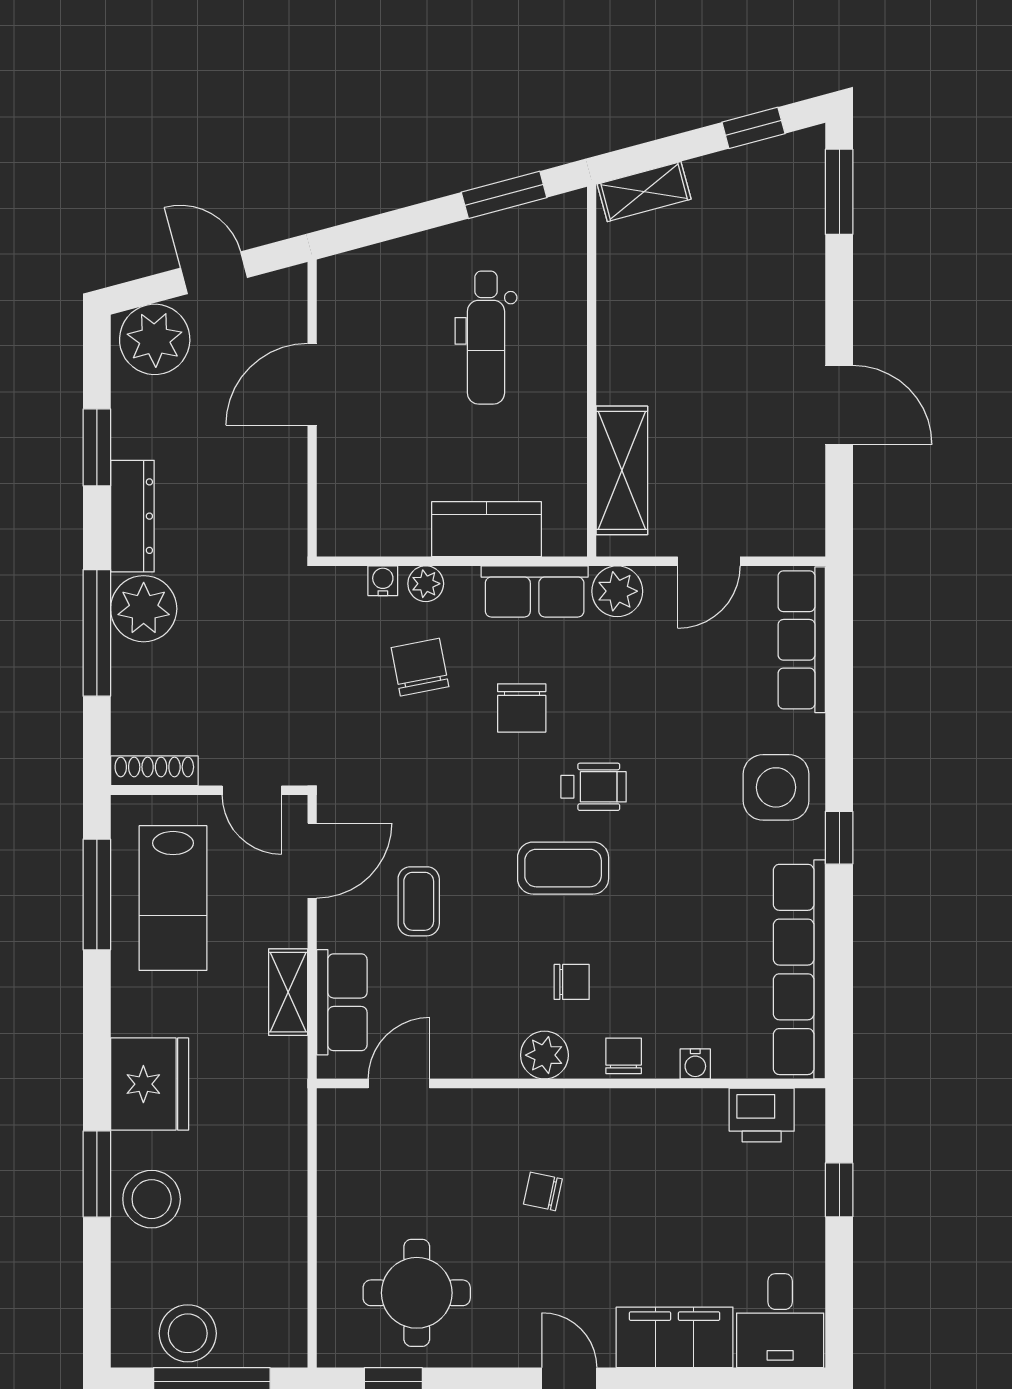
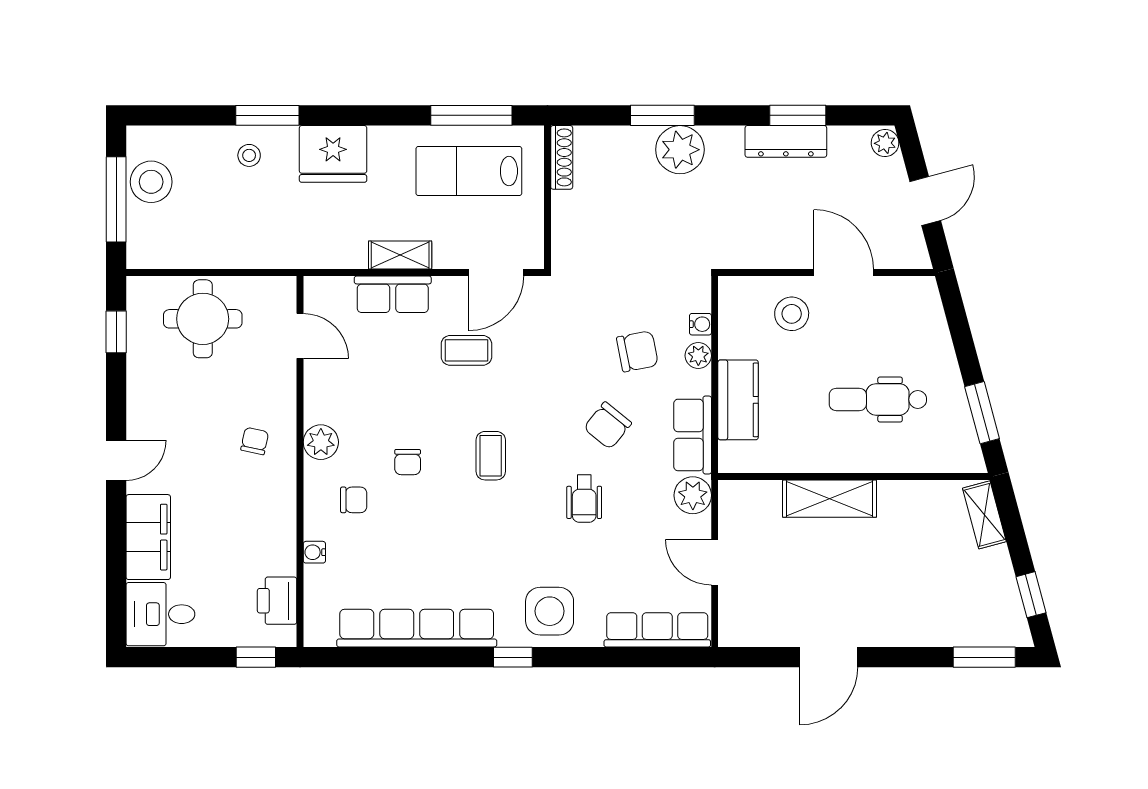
plant: (155, 339) -> (885, 143), width x0.53, depth x0.53
stool: (369, 456) -> (792, 314), added
shelving: (622, 470) -> (830, 499), moved
dresser: (132, 516) -> (786, 141), moved
window: (97, 633) -> (662, 115), width x0.69
chair: (522, 708) -> (608, 426), turned -51
wheelchair: (594, 787) -> (584, 499), moved
door: (252, 790) -> (547, 229), removed
door: (312, 861) -> (496, 273), hinge flipped
coffee table: (563, 868) -> (491, 456), width x0.73, depth x0.77
plant: (544, 1055) -> (321, 442), moved
water cooler: (695, 1064) -> (314, 552), moved
door: (399, 1084) -> (300, 336), moved
wall: (571, 1084) -> (300, 462), moved
printer: (762, 1115) -> (277, 601), moved
stool: (152, 1199) -> (249, 155), width x0.53, depth x0.53
round table: (417, 1293) -> (203, 319), moved

